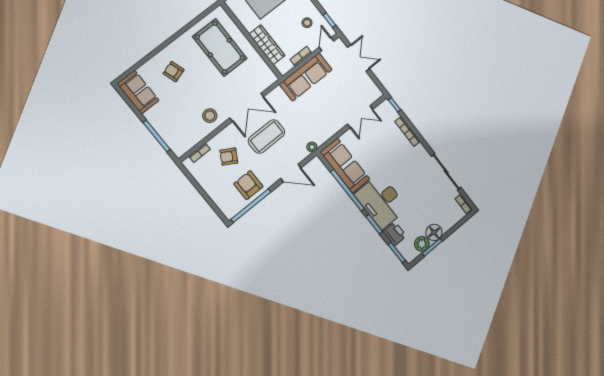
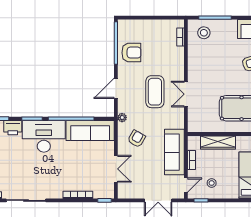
door: (326, 44) -> (186, 185), hinge flipped
double door: (247, 107) -> (186, 94), width x0.73
stool: (210, 116) -> (204, 33), moved
double door: (360, 117) -> (116, 169), swing flipped
armchair: (229, 157) -> (137, 139), moved

